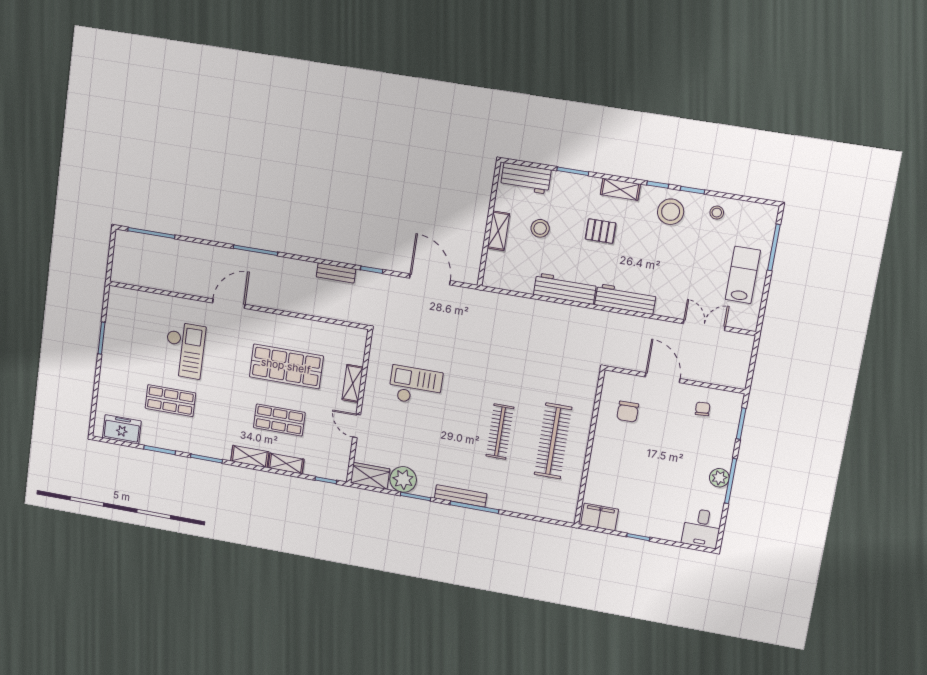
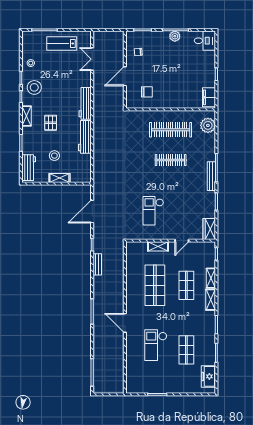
checkout: (185, 350) -> (156, 345), turned -90
plant: (403, 479) -> (208, 125), moved

